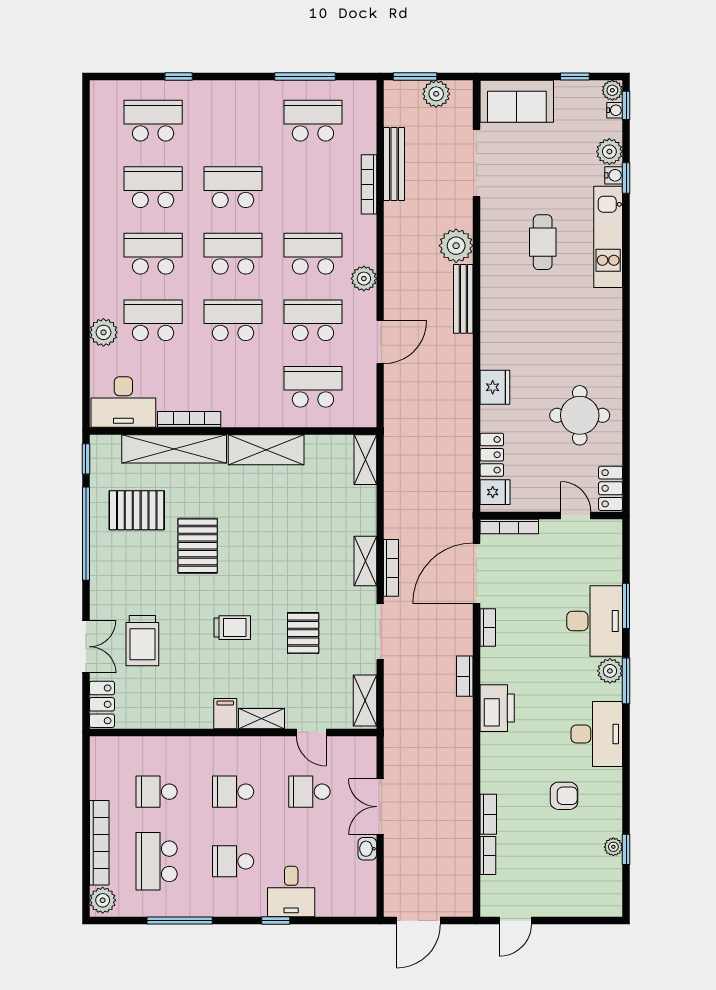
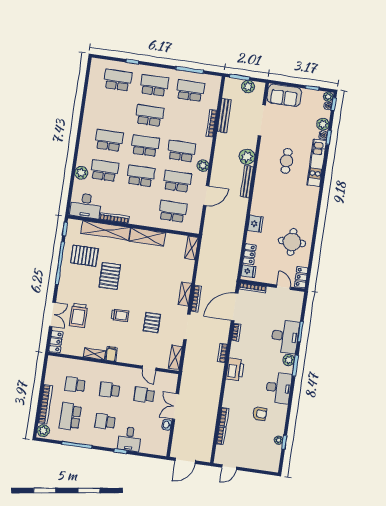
school desk: (153, 187) -> (154, 85), moved
shelving: (261, 719) -> (94, 354), moved

